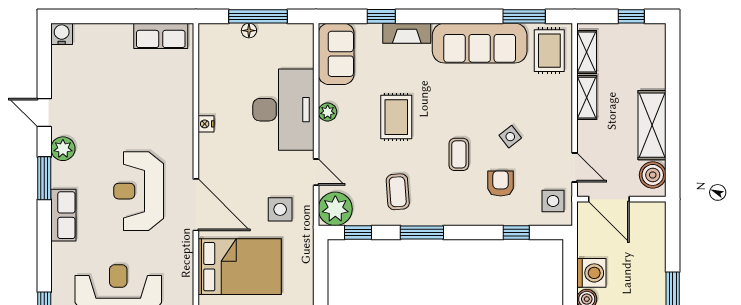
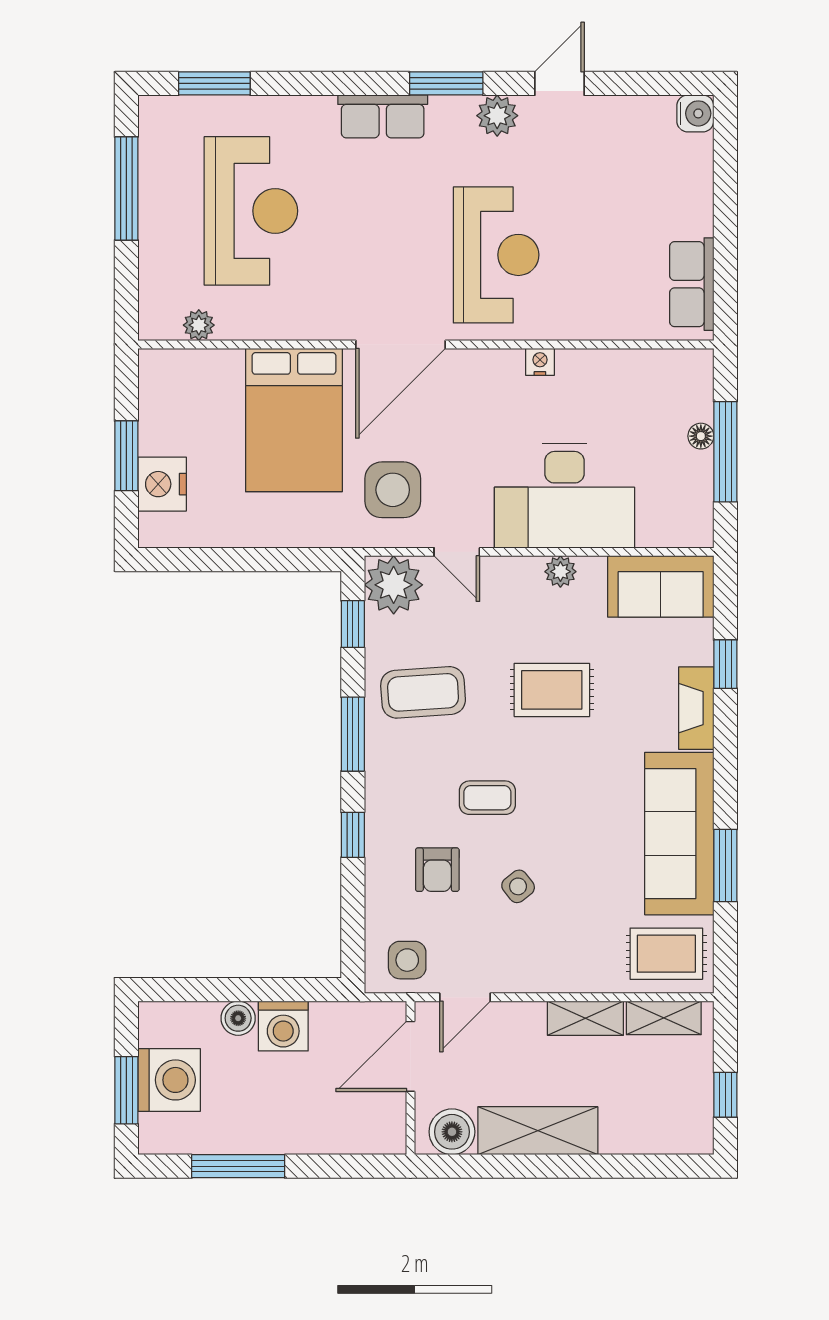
window: (524, 16) -> (725, 866), moved
door: (316, 172) -> (457, 552), hinge flipped
armchair: (501, 183) -> (437, 870), turned 90
reception desk: (139, 191) -> (496, 255), moved, turned 90
coffee table: (398, 192) -> (423, 692), width x1.36, depth x1.30
side table: (280, 209) -> (393, 490), width x1.37, depth x1.37
window: (516, 233) -> (353, 835), moved

